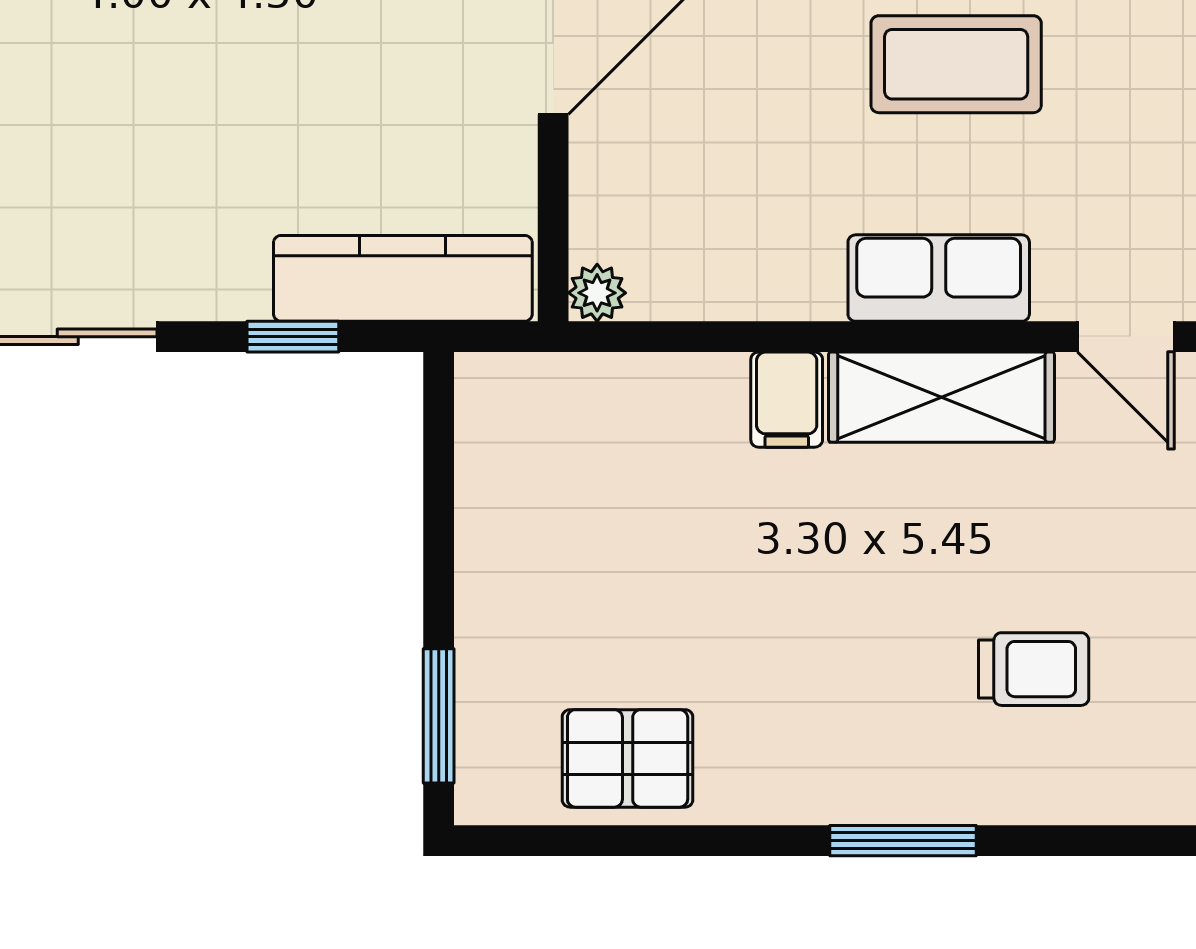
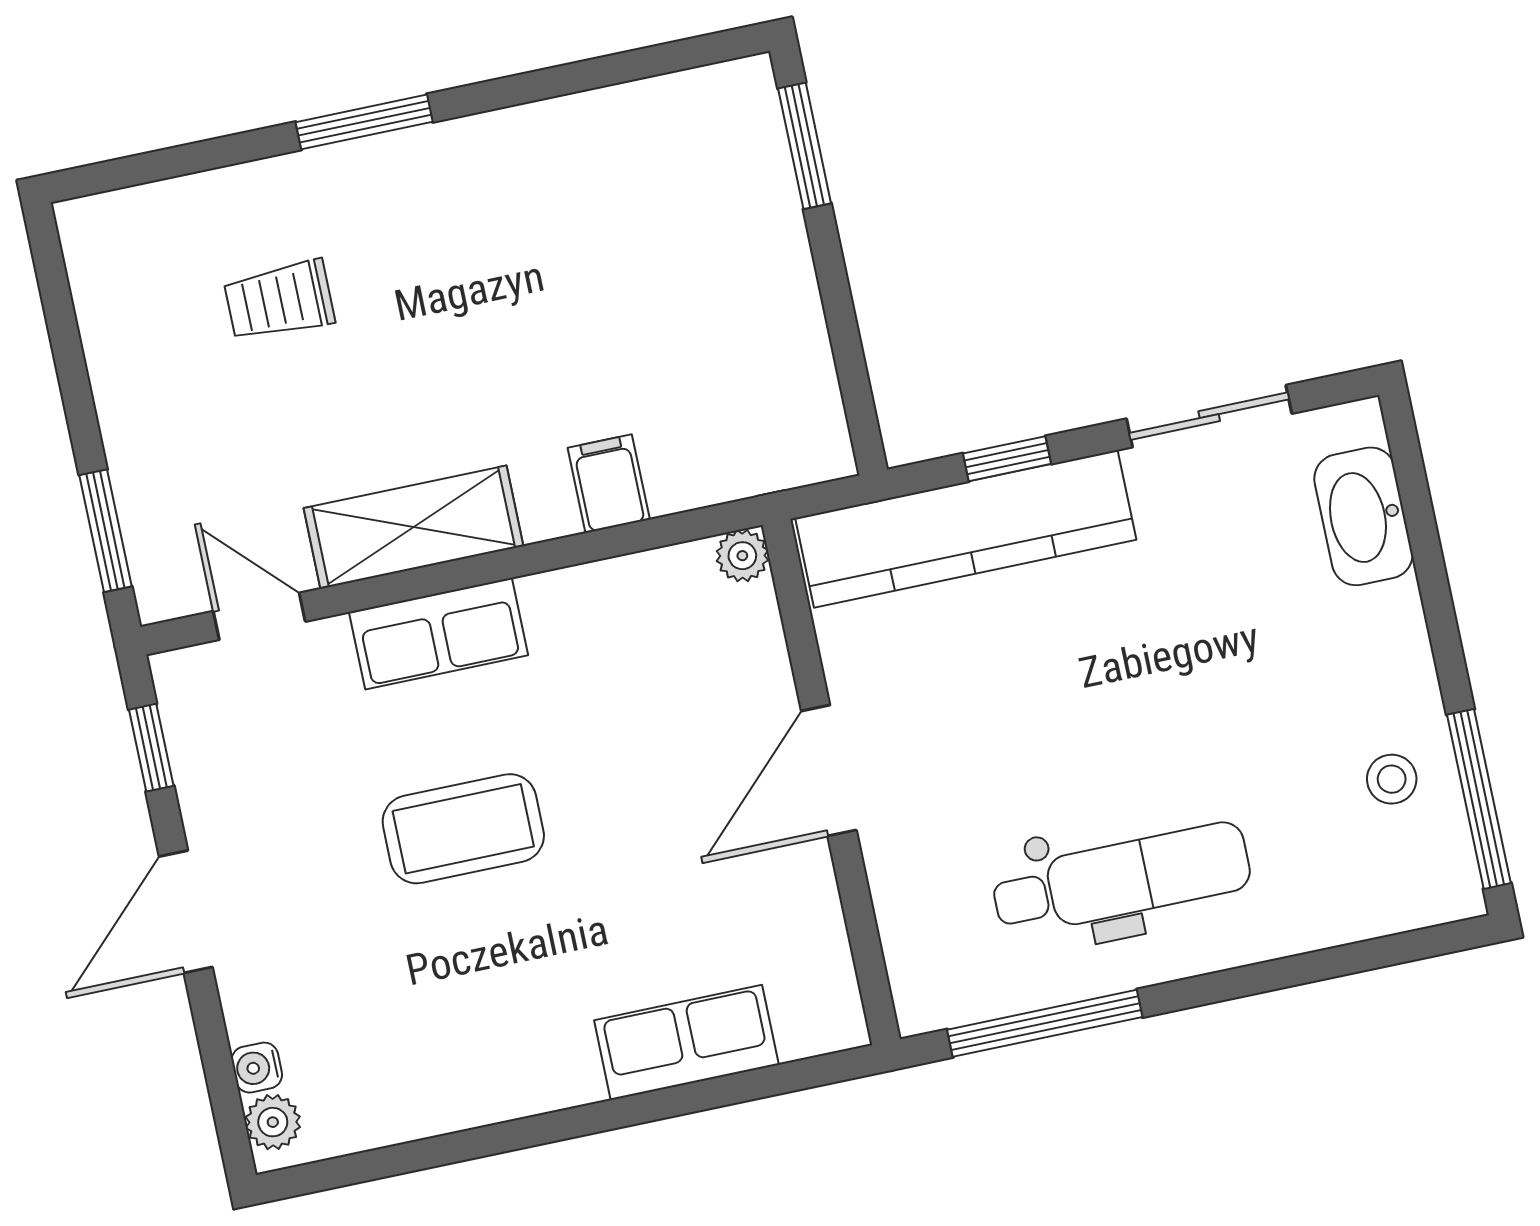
kitchen counter: (403, 278) -> (966, 529), width x1.39, depth x1.17
filing cabinet: (787, 400) -> (609, 484), moved
pallet: (628, 758) -> (627, 143), removed

